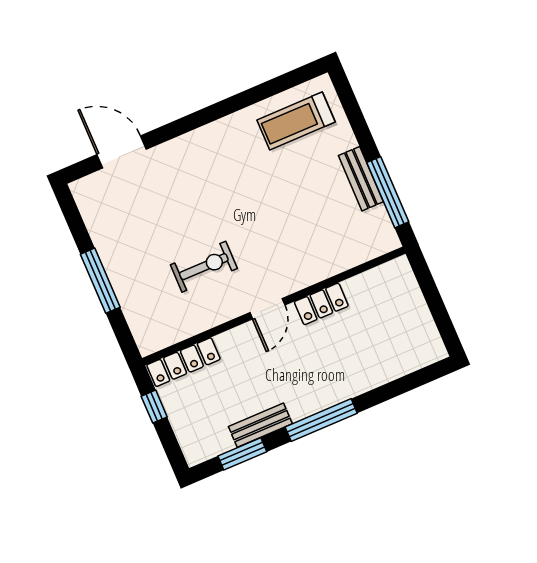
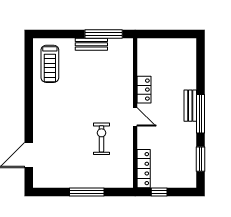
bench: (260, 425) -> (190, 106), moved

